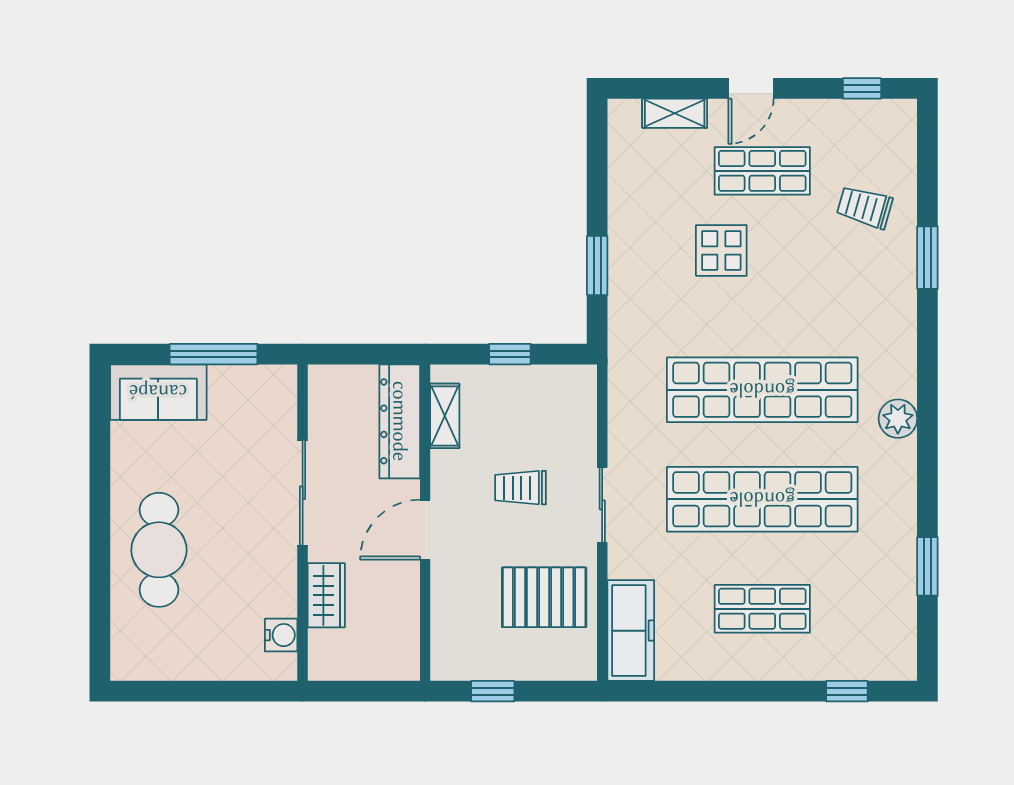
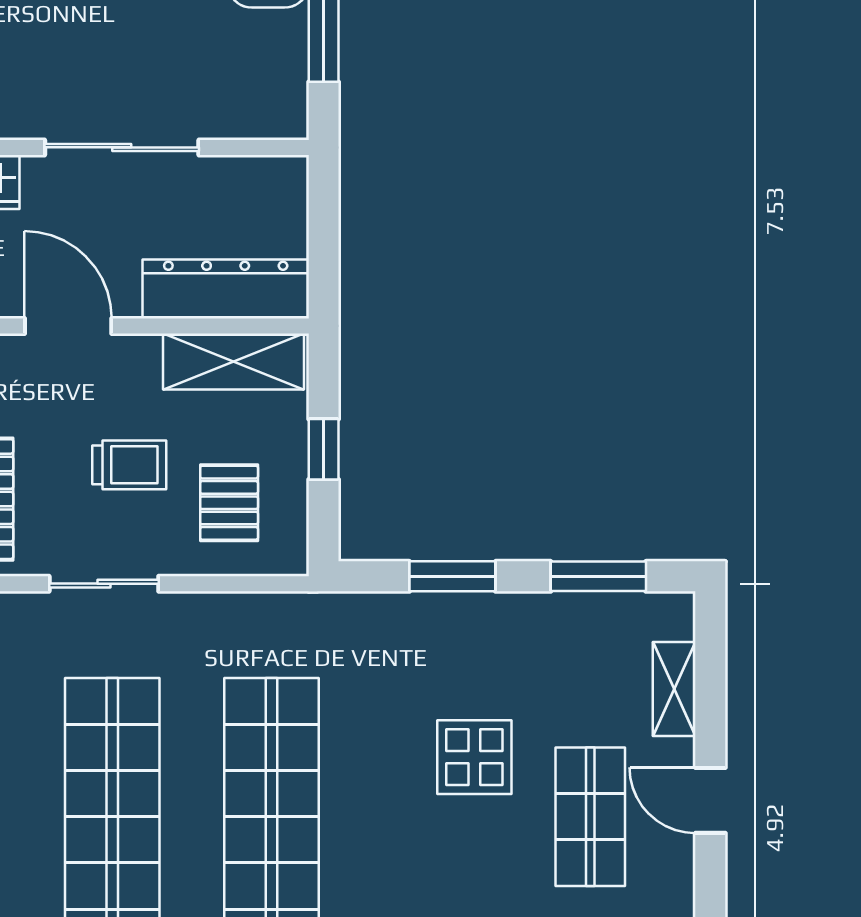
window: (597, 165) -> (598, 576), added
shelving: (445, 416) -> (234, 362), width x1.50, depth x1.33
pallet: (547, 419) -> (229, 503), added
trolley: (521, 488) -> (129, 465), turned 90

